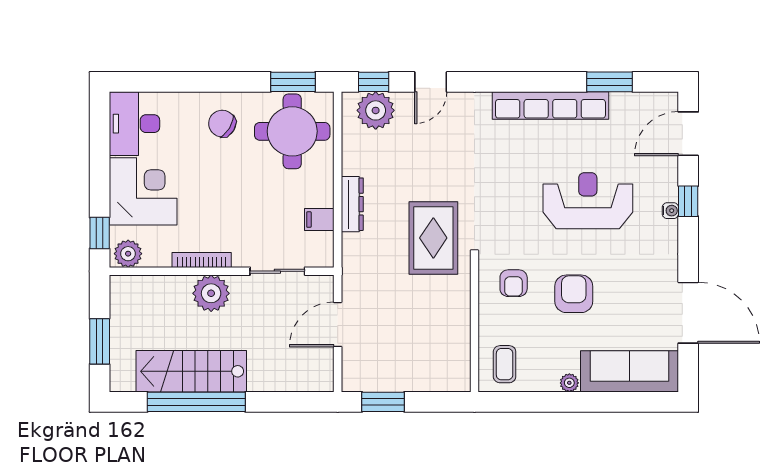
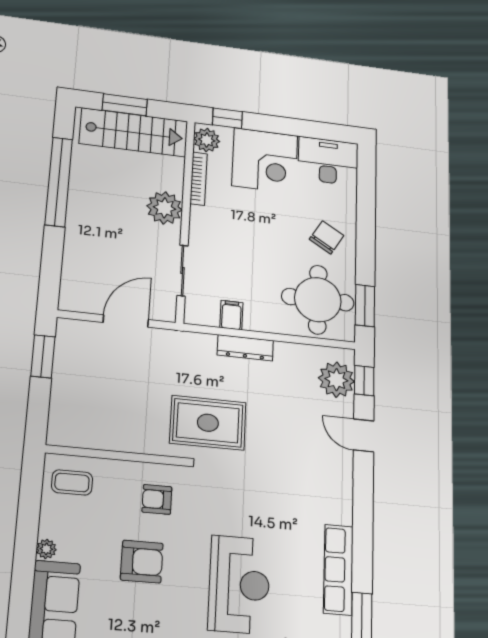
row of seats: (550, 105) -> (338, 570), width x0.73
bookcase: (202, 260) -> (199, 179), moved
door: (338, 324) -> (126, 321), hinge flipped
stairs: (191, 371) -> (134, 132), moved, turned 90

